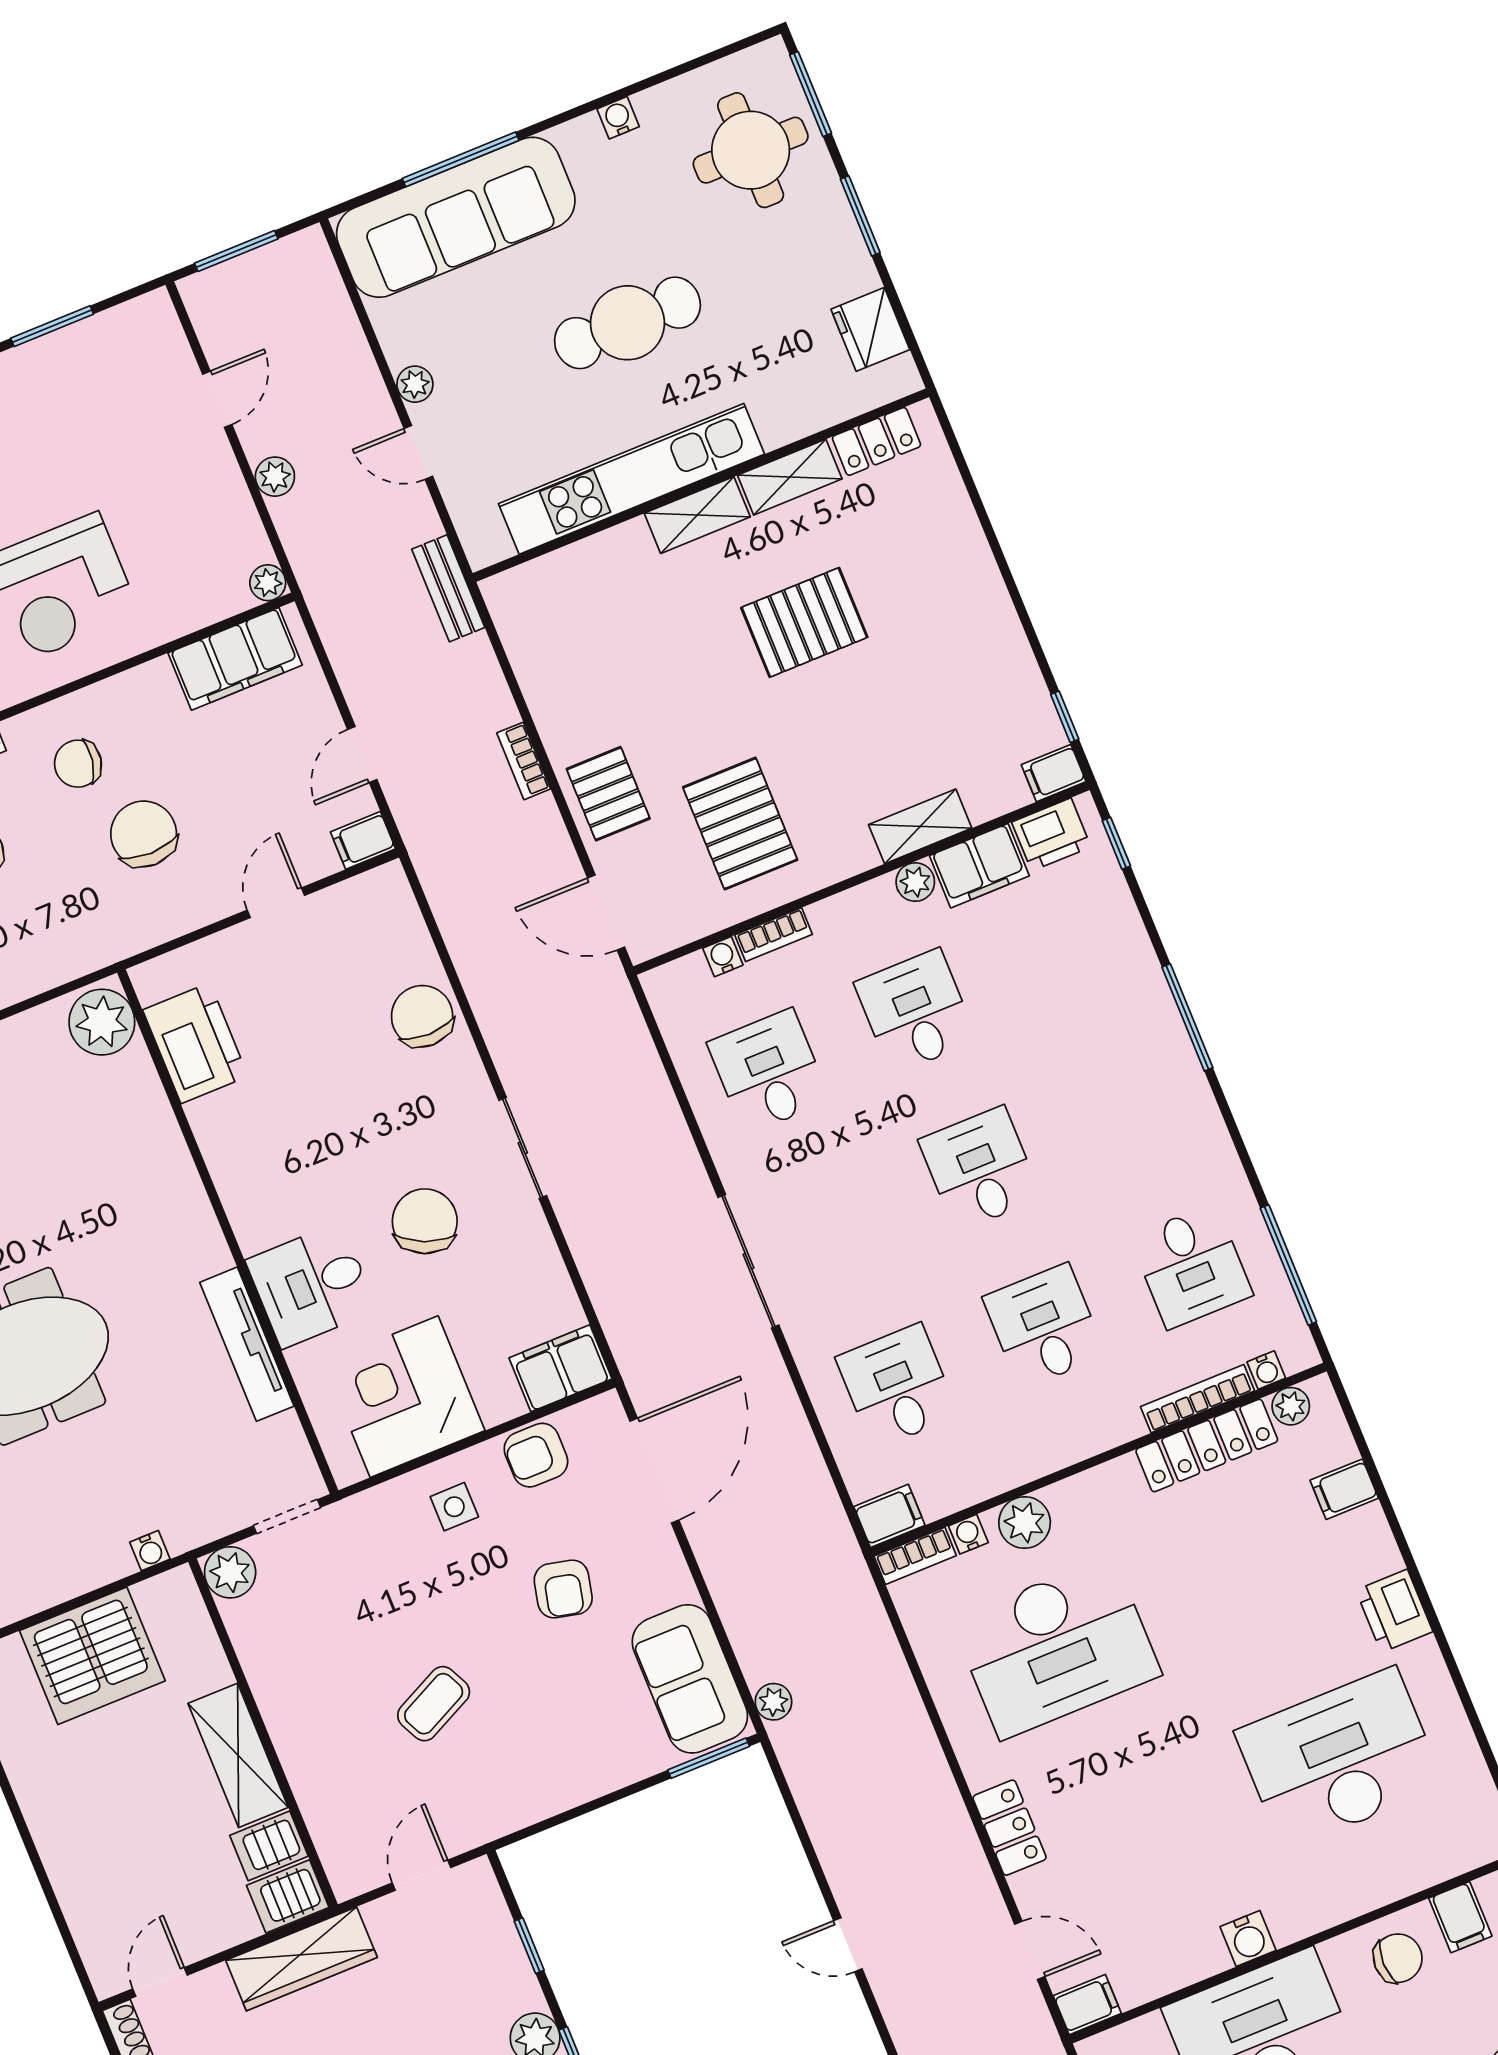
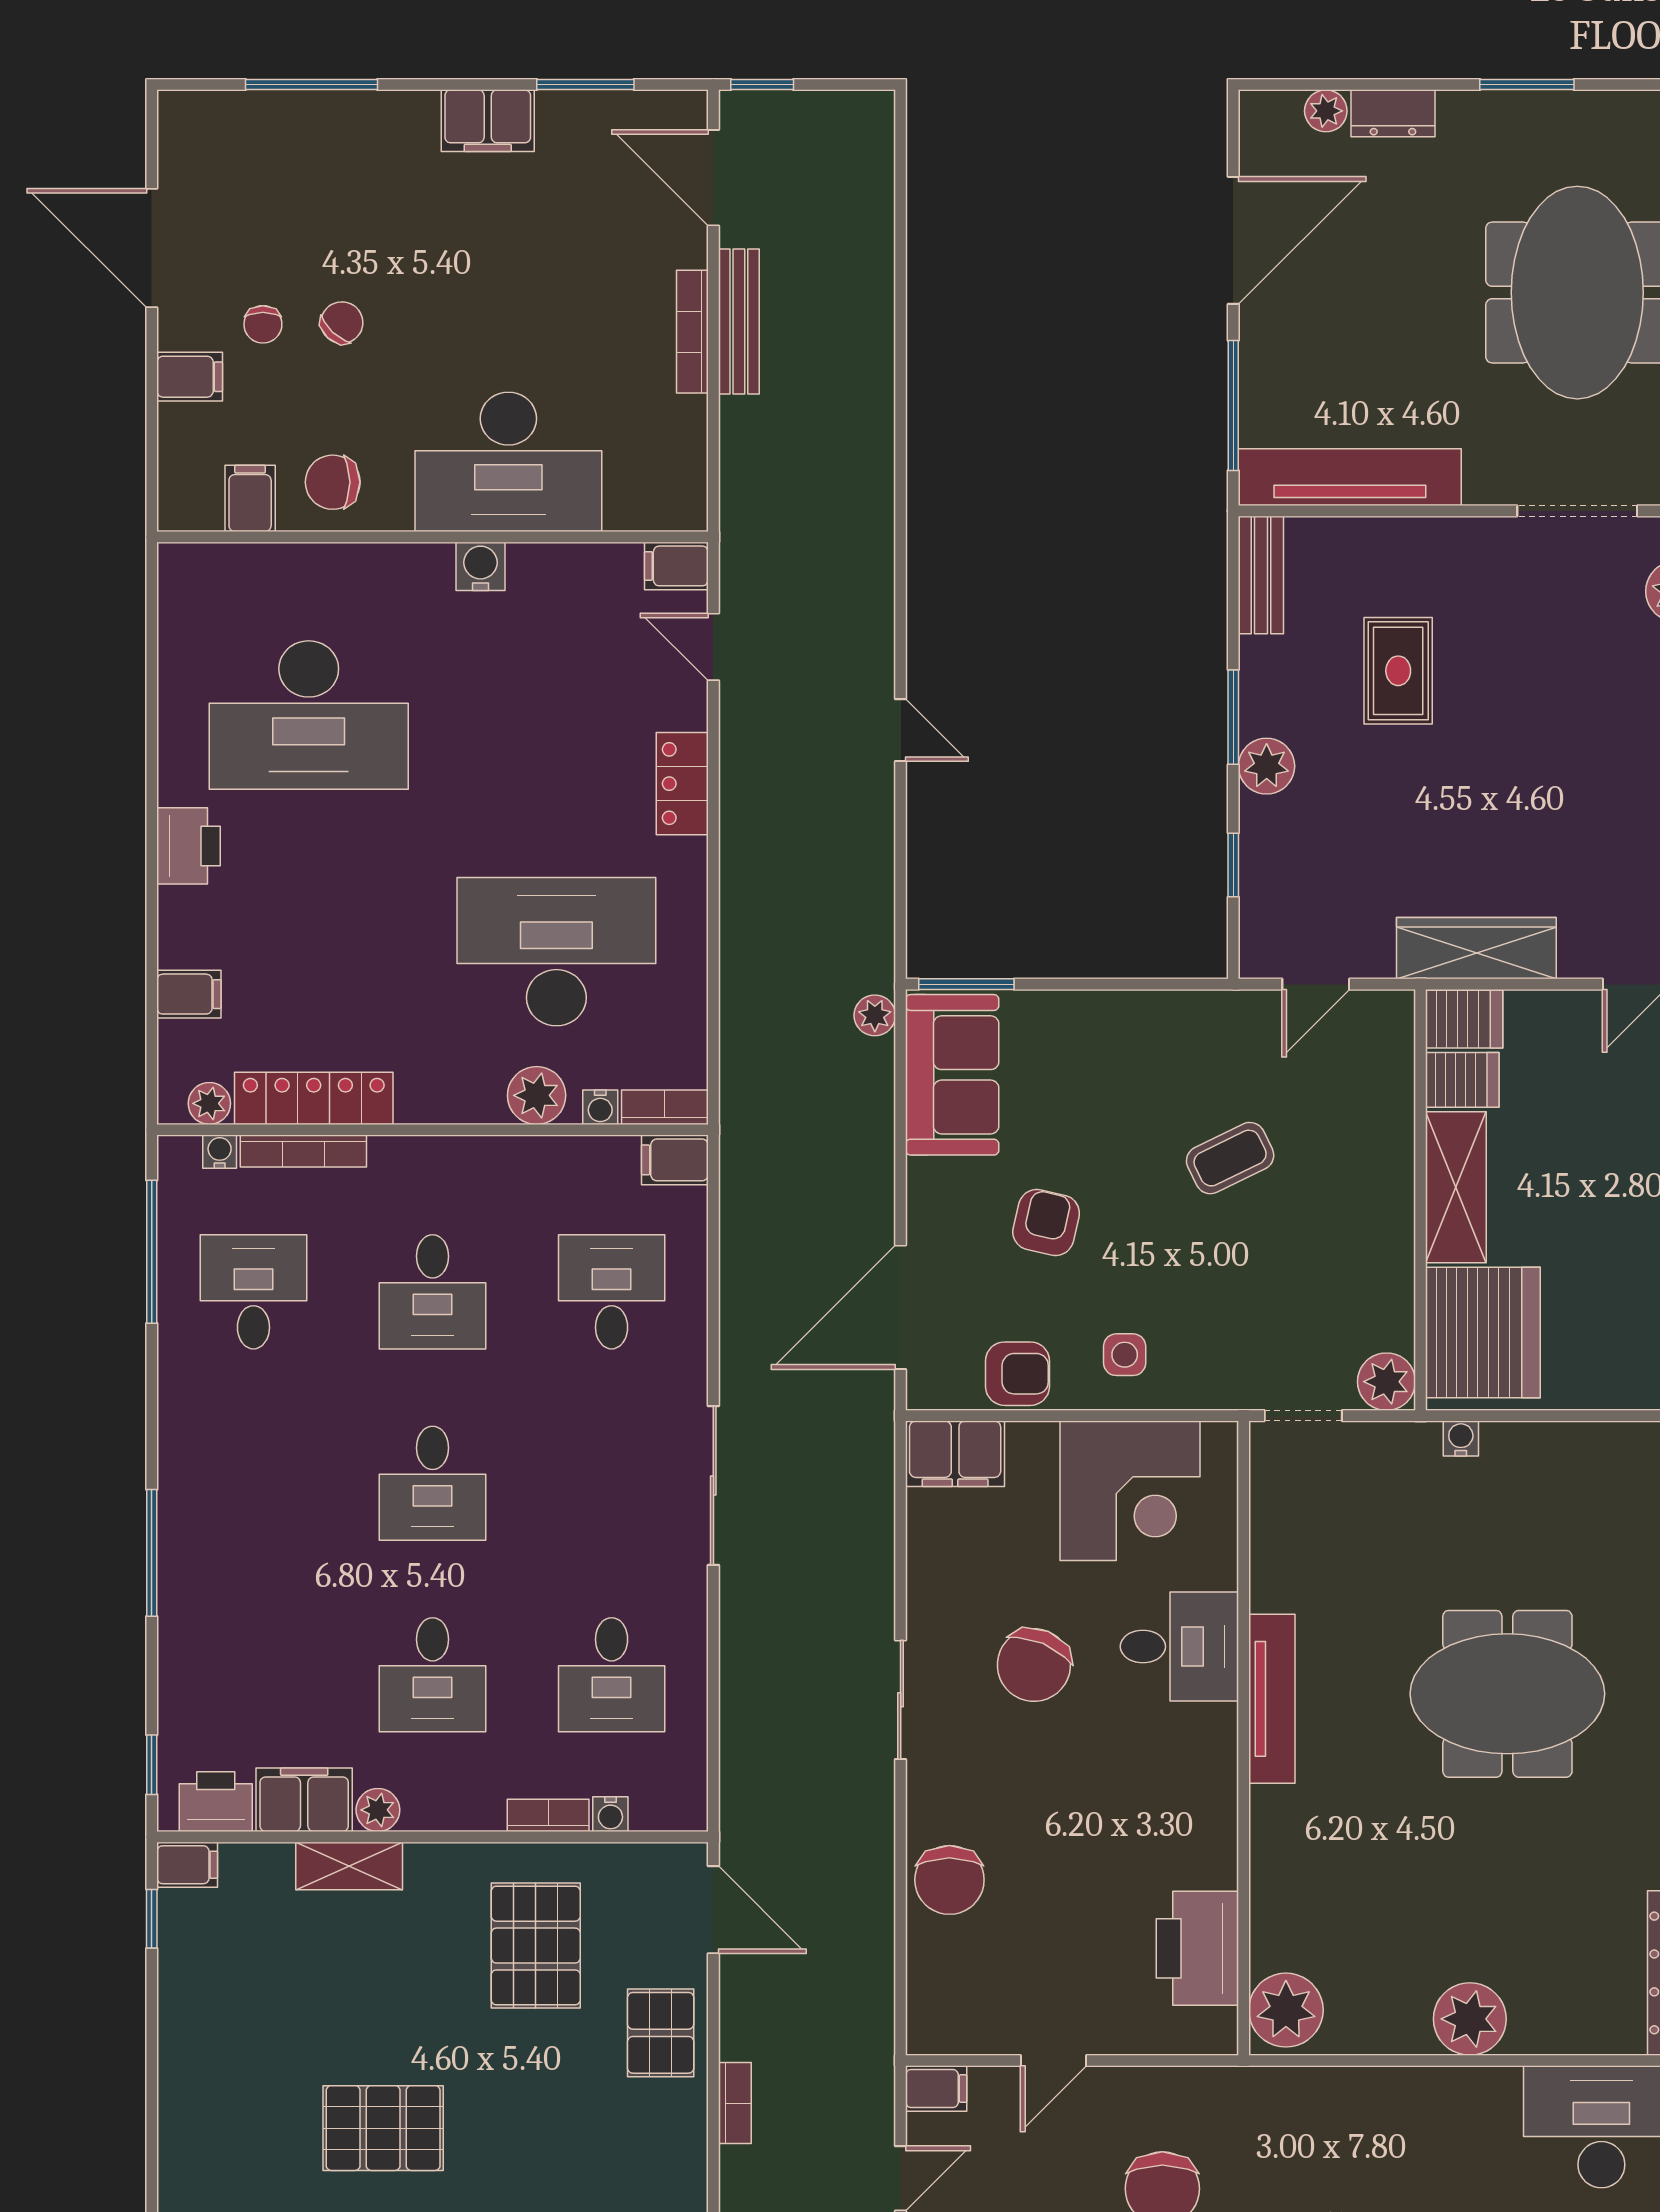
tv unit: (247, 1344) -> (1272, 1699), moved
desk: (897, 1386) -> (612, 1292), turned 180
server rack: (92, 1656) -> (1483, 1333), moved, turned 90

